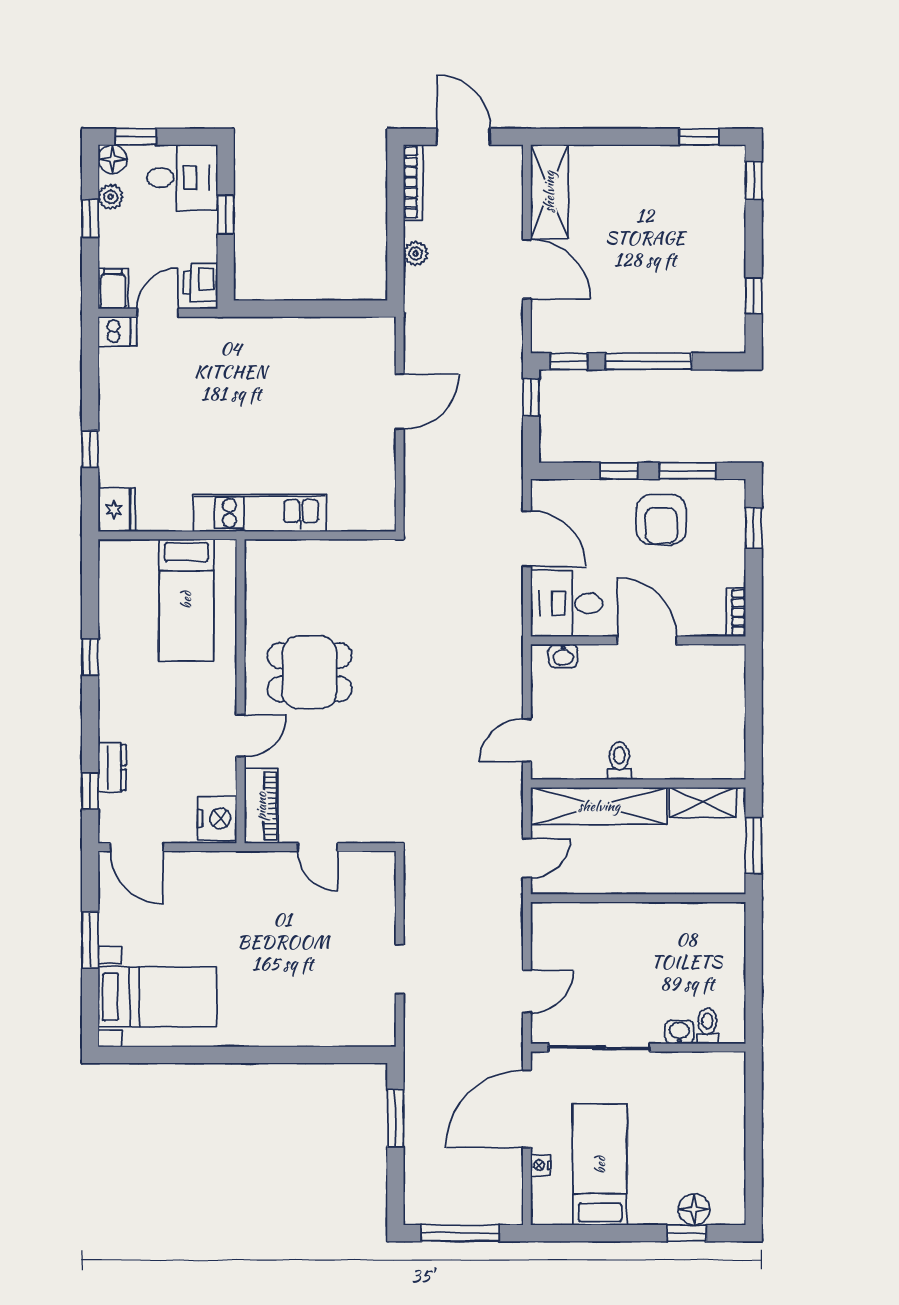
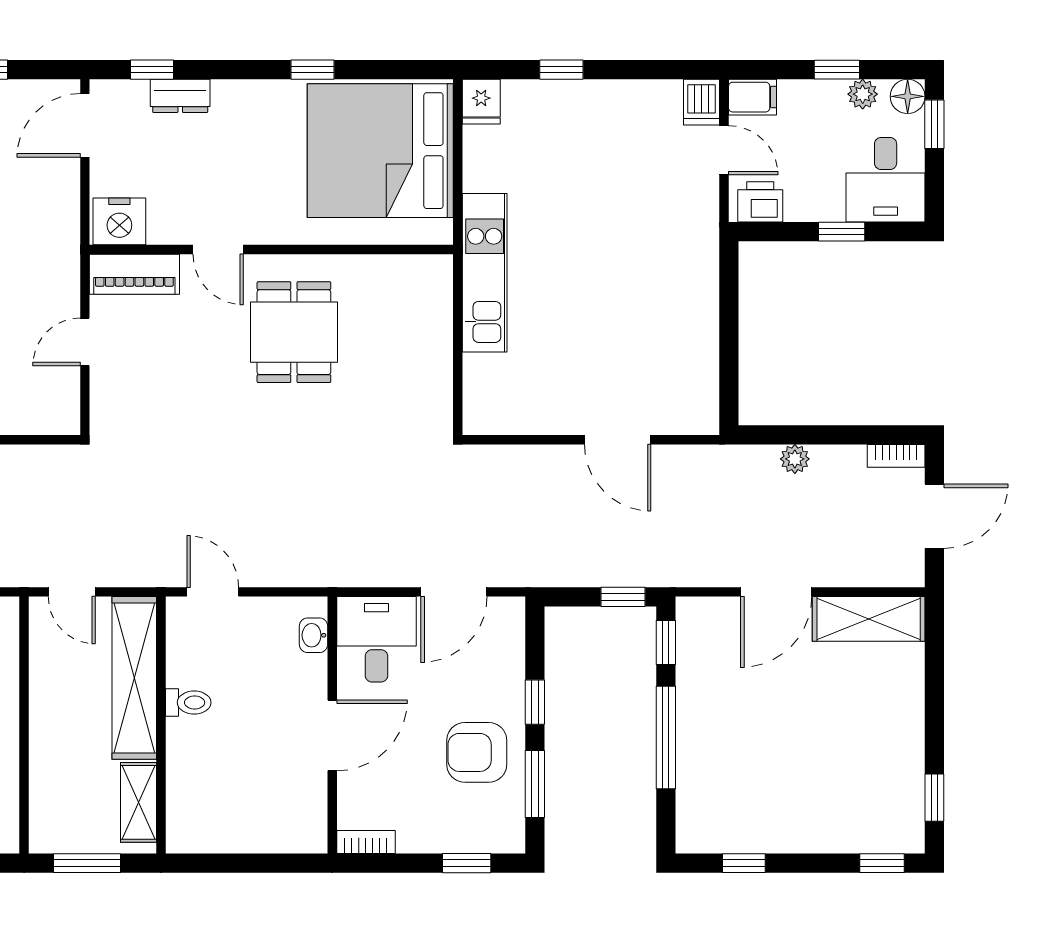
bookcase: (413, 182) -> (896, 456), width x0.64
fridge: (117, 510) -> (481, 102), width x0.72
bed: (186, 600) -> (380, 151), width x2.04

